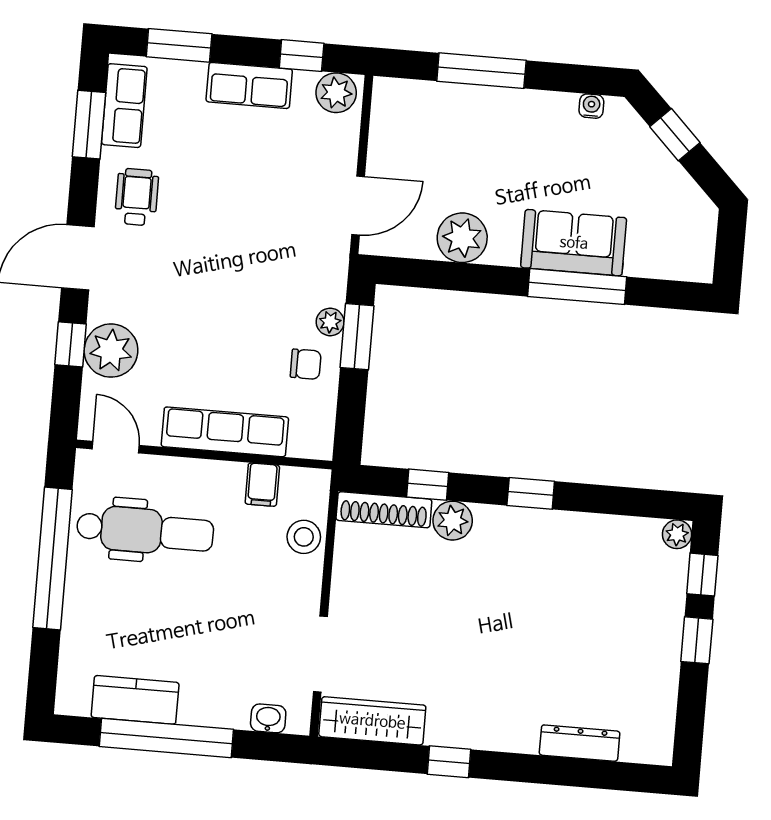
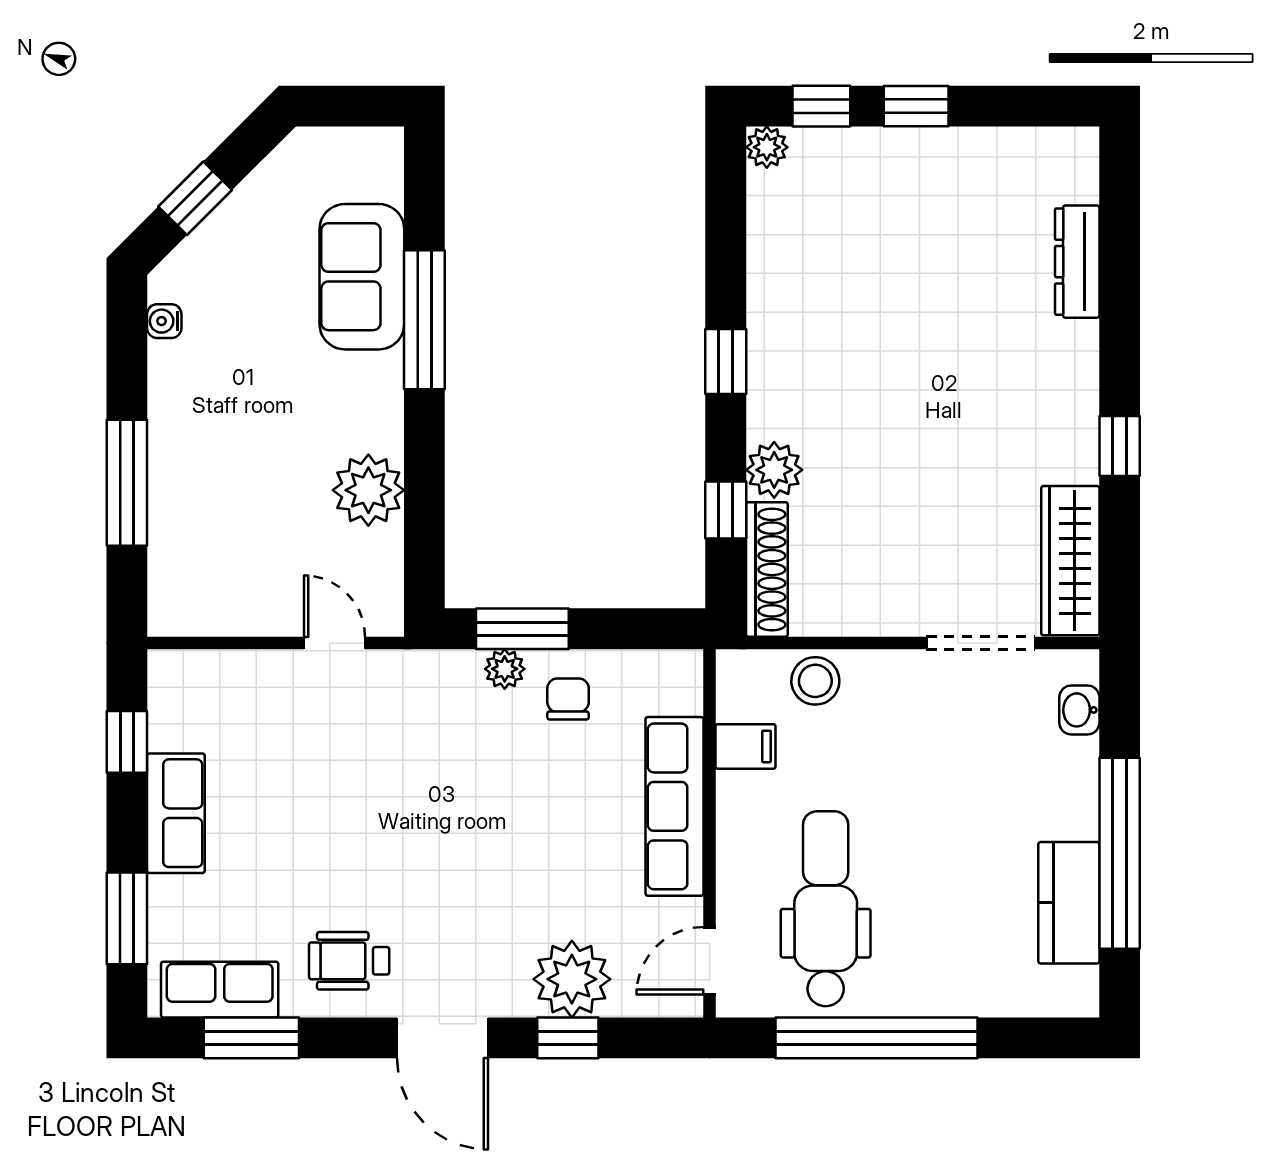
plant: (336, 93) -> (176, 688), removed
door: (358, 205) -> (335, 643), width x0.73
sofa: (574, 243) -> (362, 277), moved

